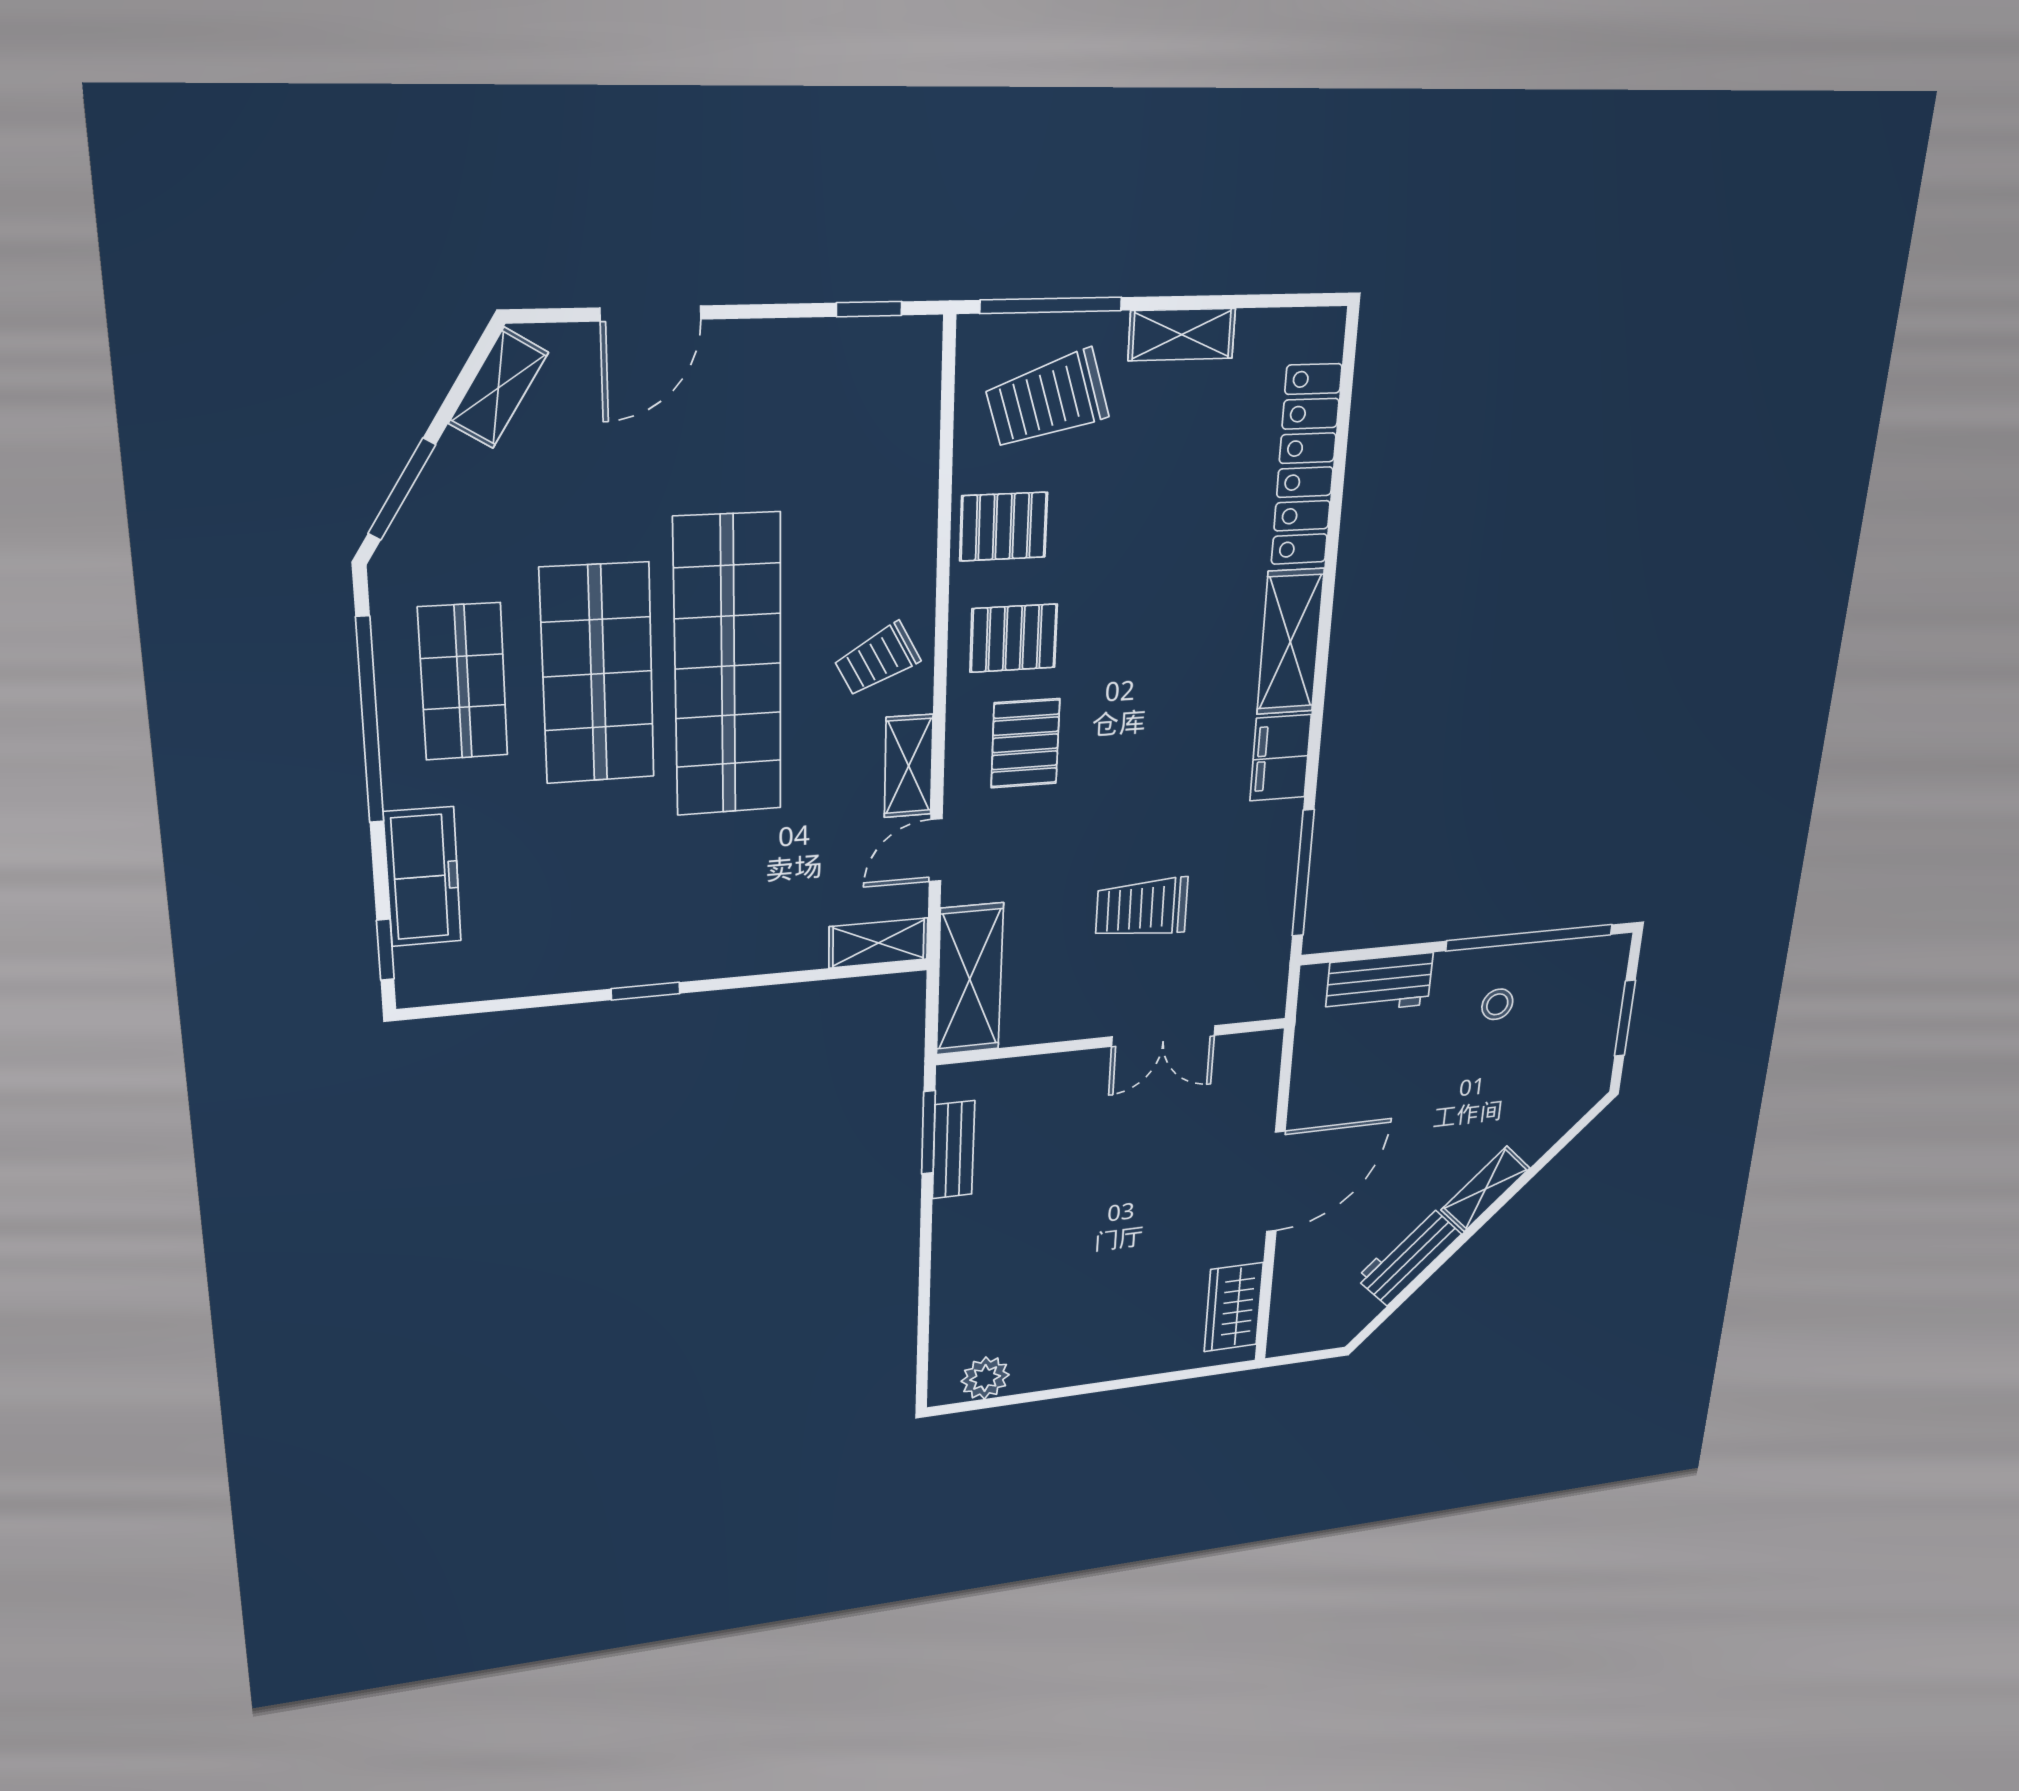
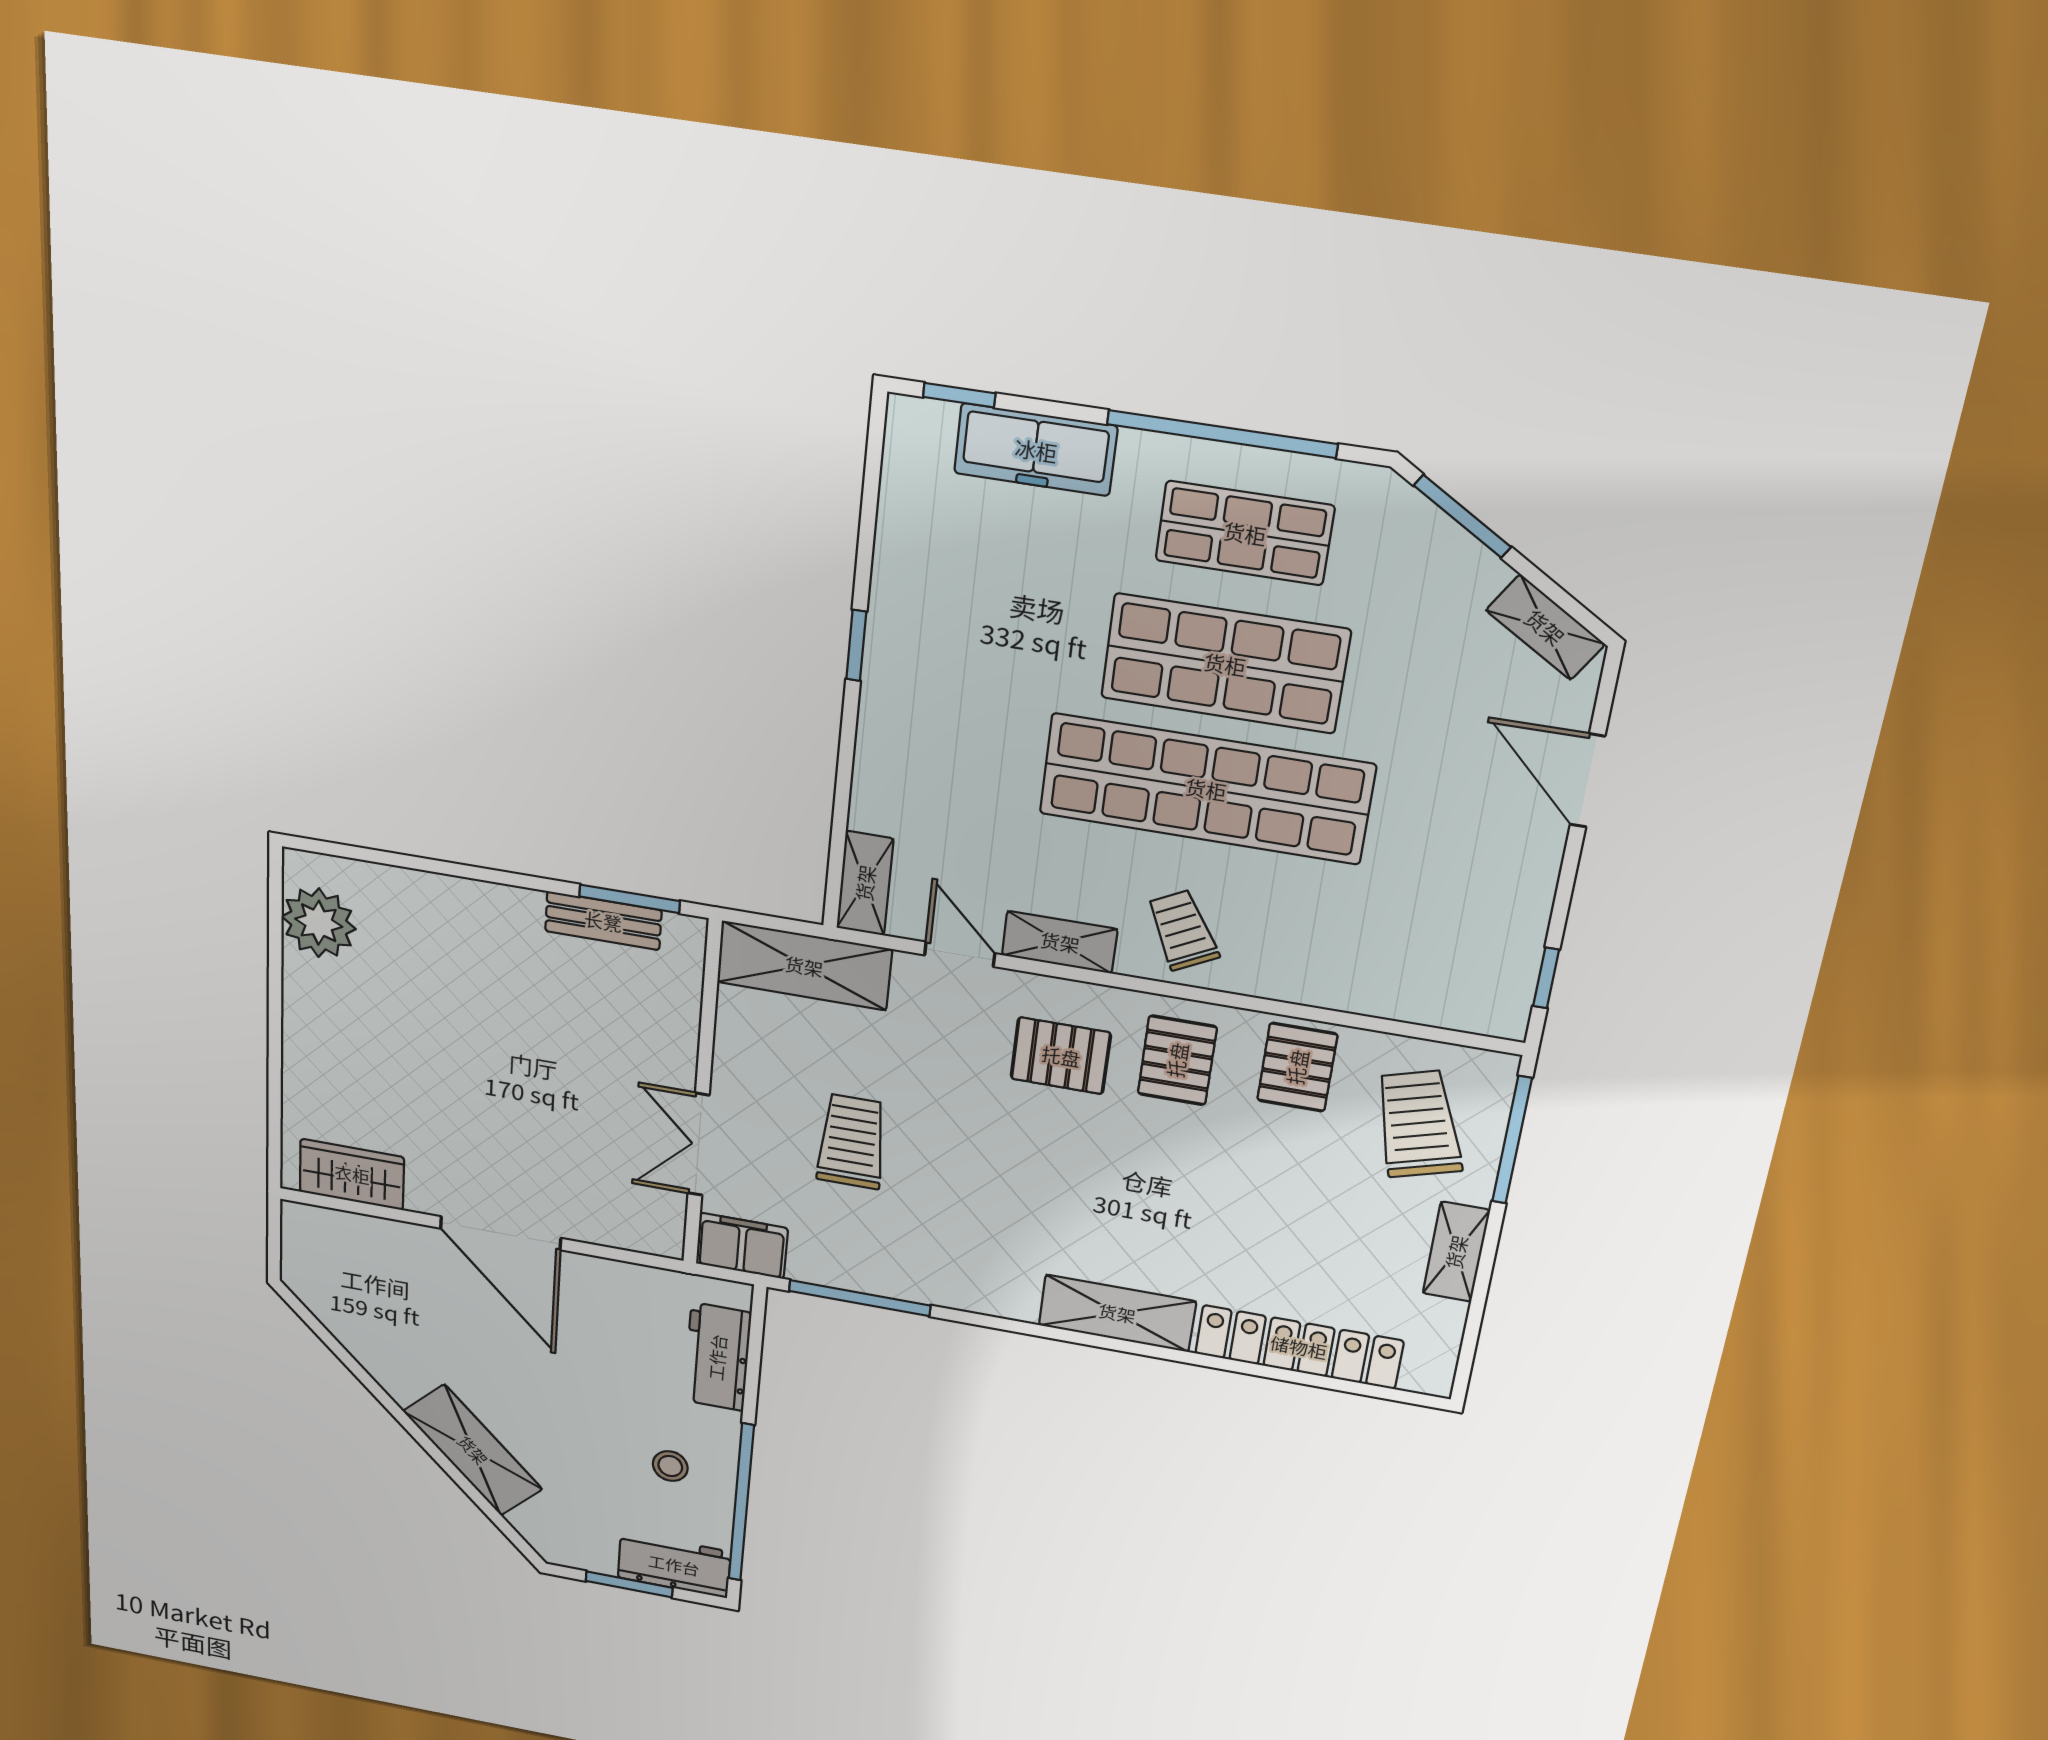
filing cabinet: (1281, 758) -> (742, 1246), moved
shelving: (1485, 1189) -> (473, 1450), width x1.50, depth x1.33
workbench: (1409, 1256) -> (674, 1565), moved, turned -45
plant: (985, 1378) -> (319, 923), width x1.36, depth x1.36

